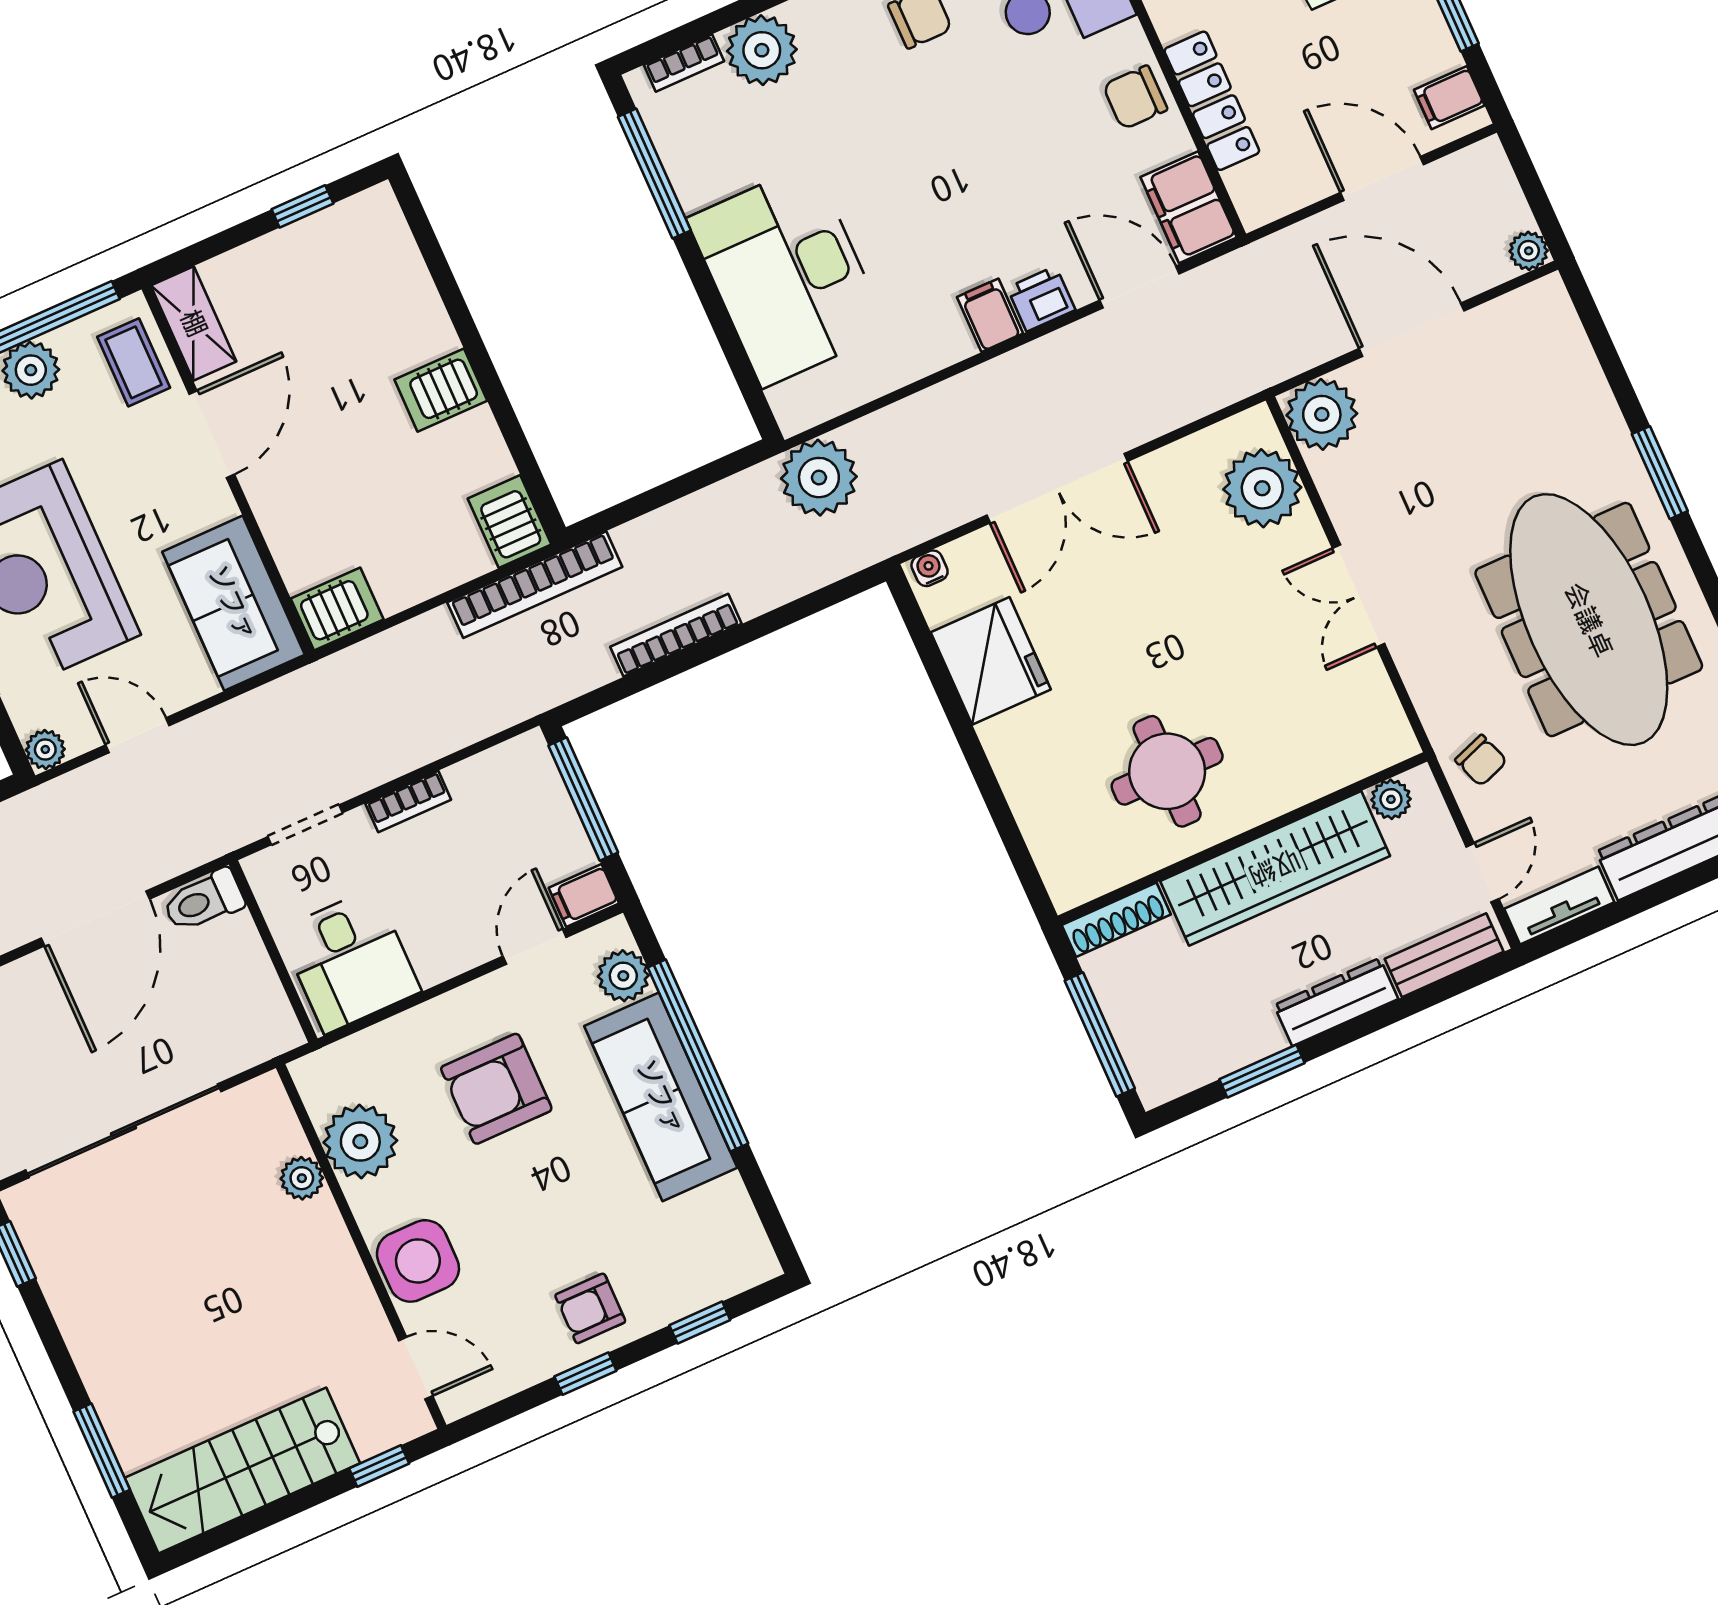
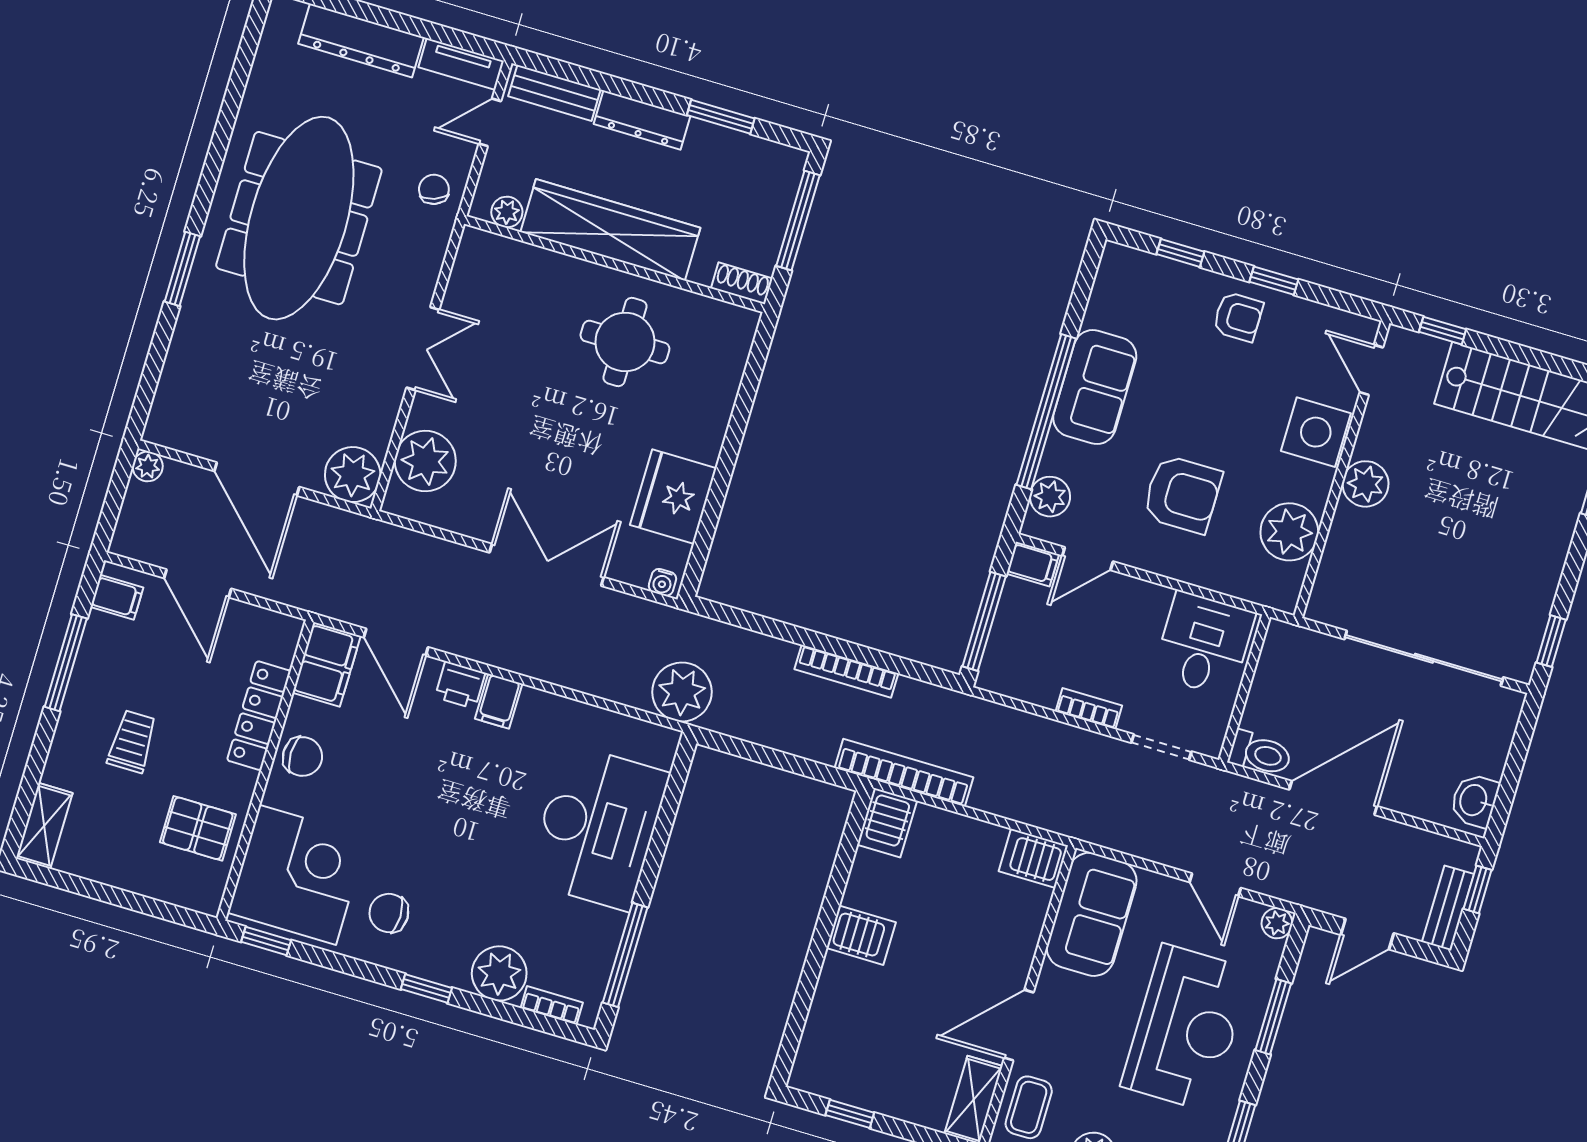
shoe rack: (1116, 920) -> (742, 283), width x0.70
sofa: (661, 1097) -> (1095, 387), width x0.73
plant: (302, 1178) -> (1366, 484), moved, width x1.38, depth x1.38

